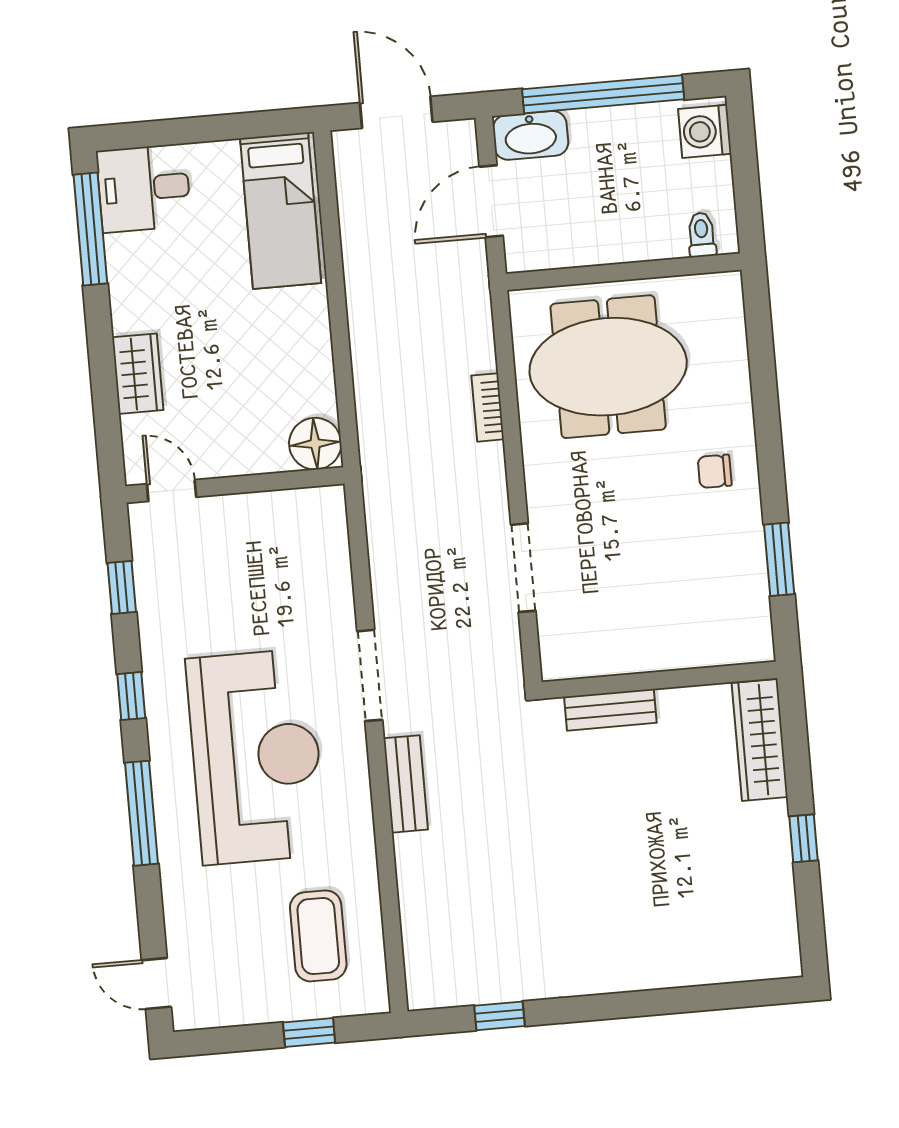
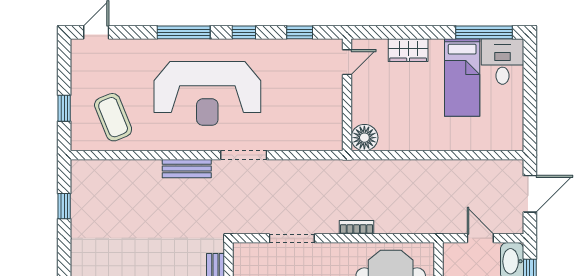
door: (491, 201) -> (480, 238), width x0.73
bed: (281, 211) -> (462, 77), moved, turned -90
bookcase: (488, 407) -> (357, 227), moved
coffee table: (318, 936) -> (113, 117), turned 68

